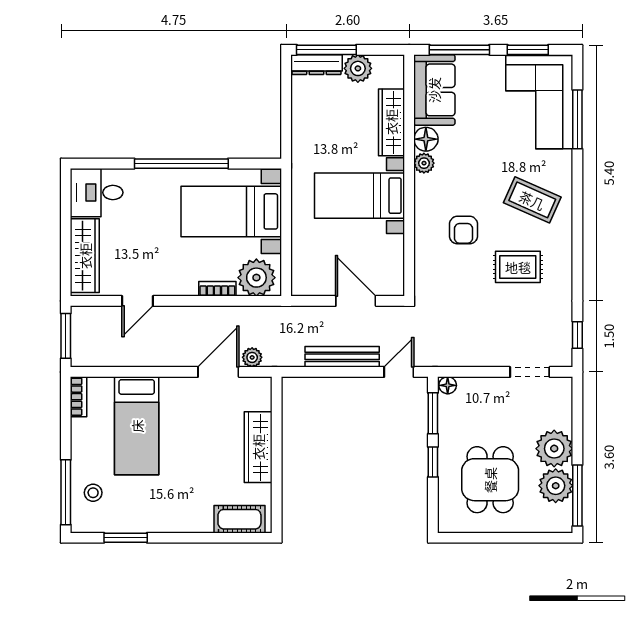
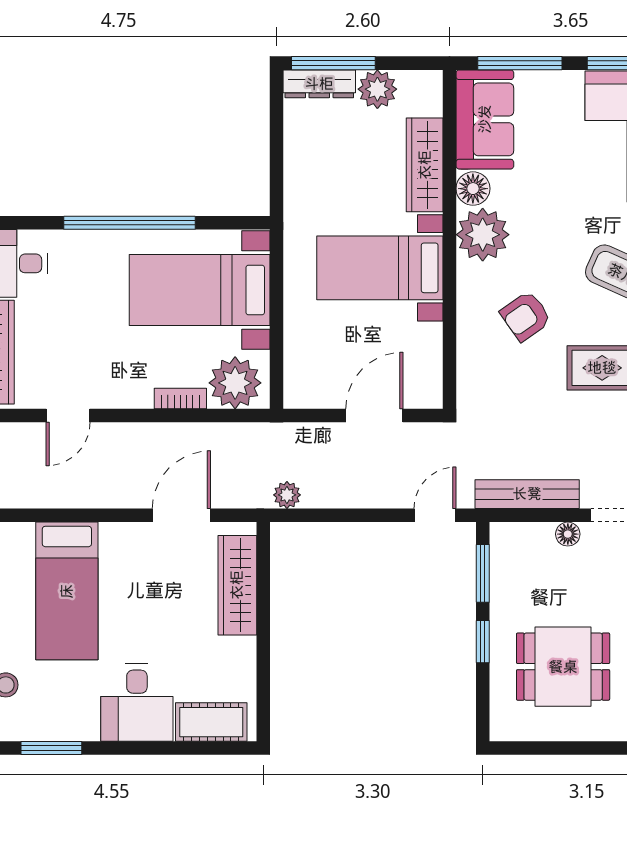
plant: (424, 163) -> (483, 235), width x1.88, depth x1.88
armchair: (463, 230) -> (526, 316), turned 55
door: (356, 301) -> (374, 416), hinge flipped
plant: (252, 357) -> (287, 495), moved
bench: (342, 357) -> (527, 494), moved
floor lamp: (448, 385) -> (568, 534), moved
wardrobe: (258, 447) -> (237, 585), moved
dining table: (490, 480) -> (563, 667), turned 90
desk: (187, 505) -> (137, 703), added

